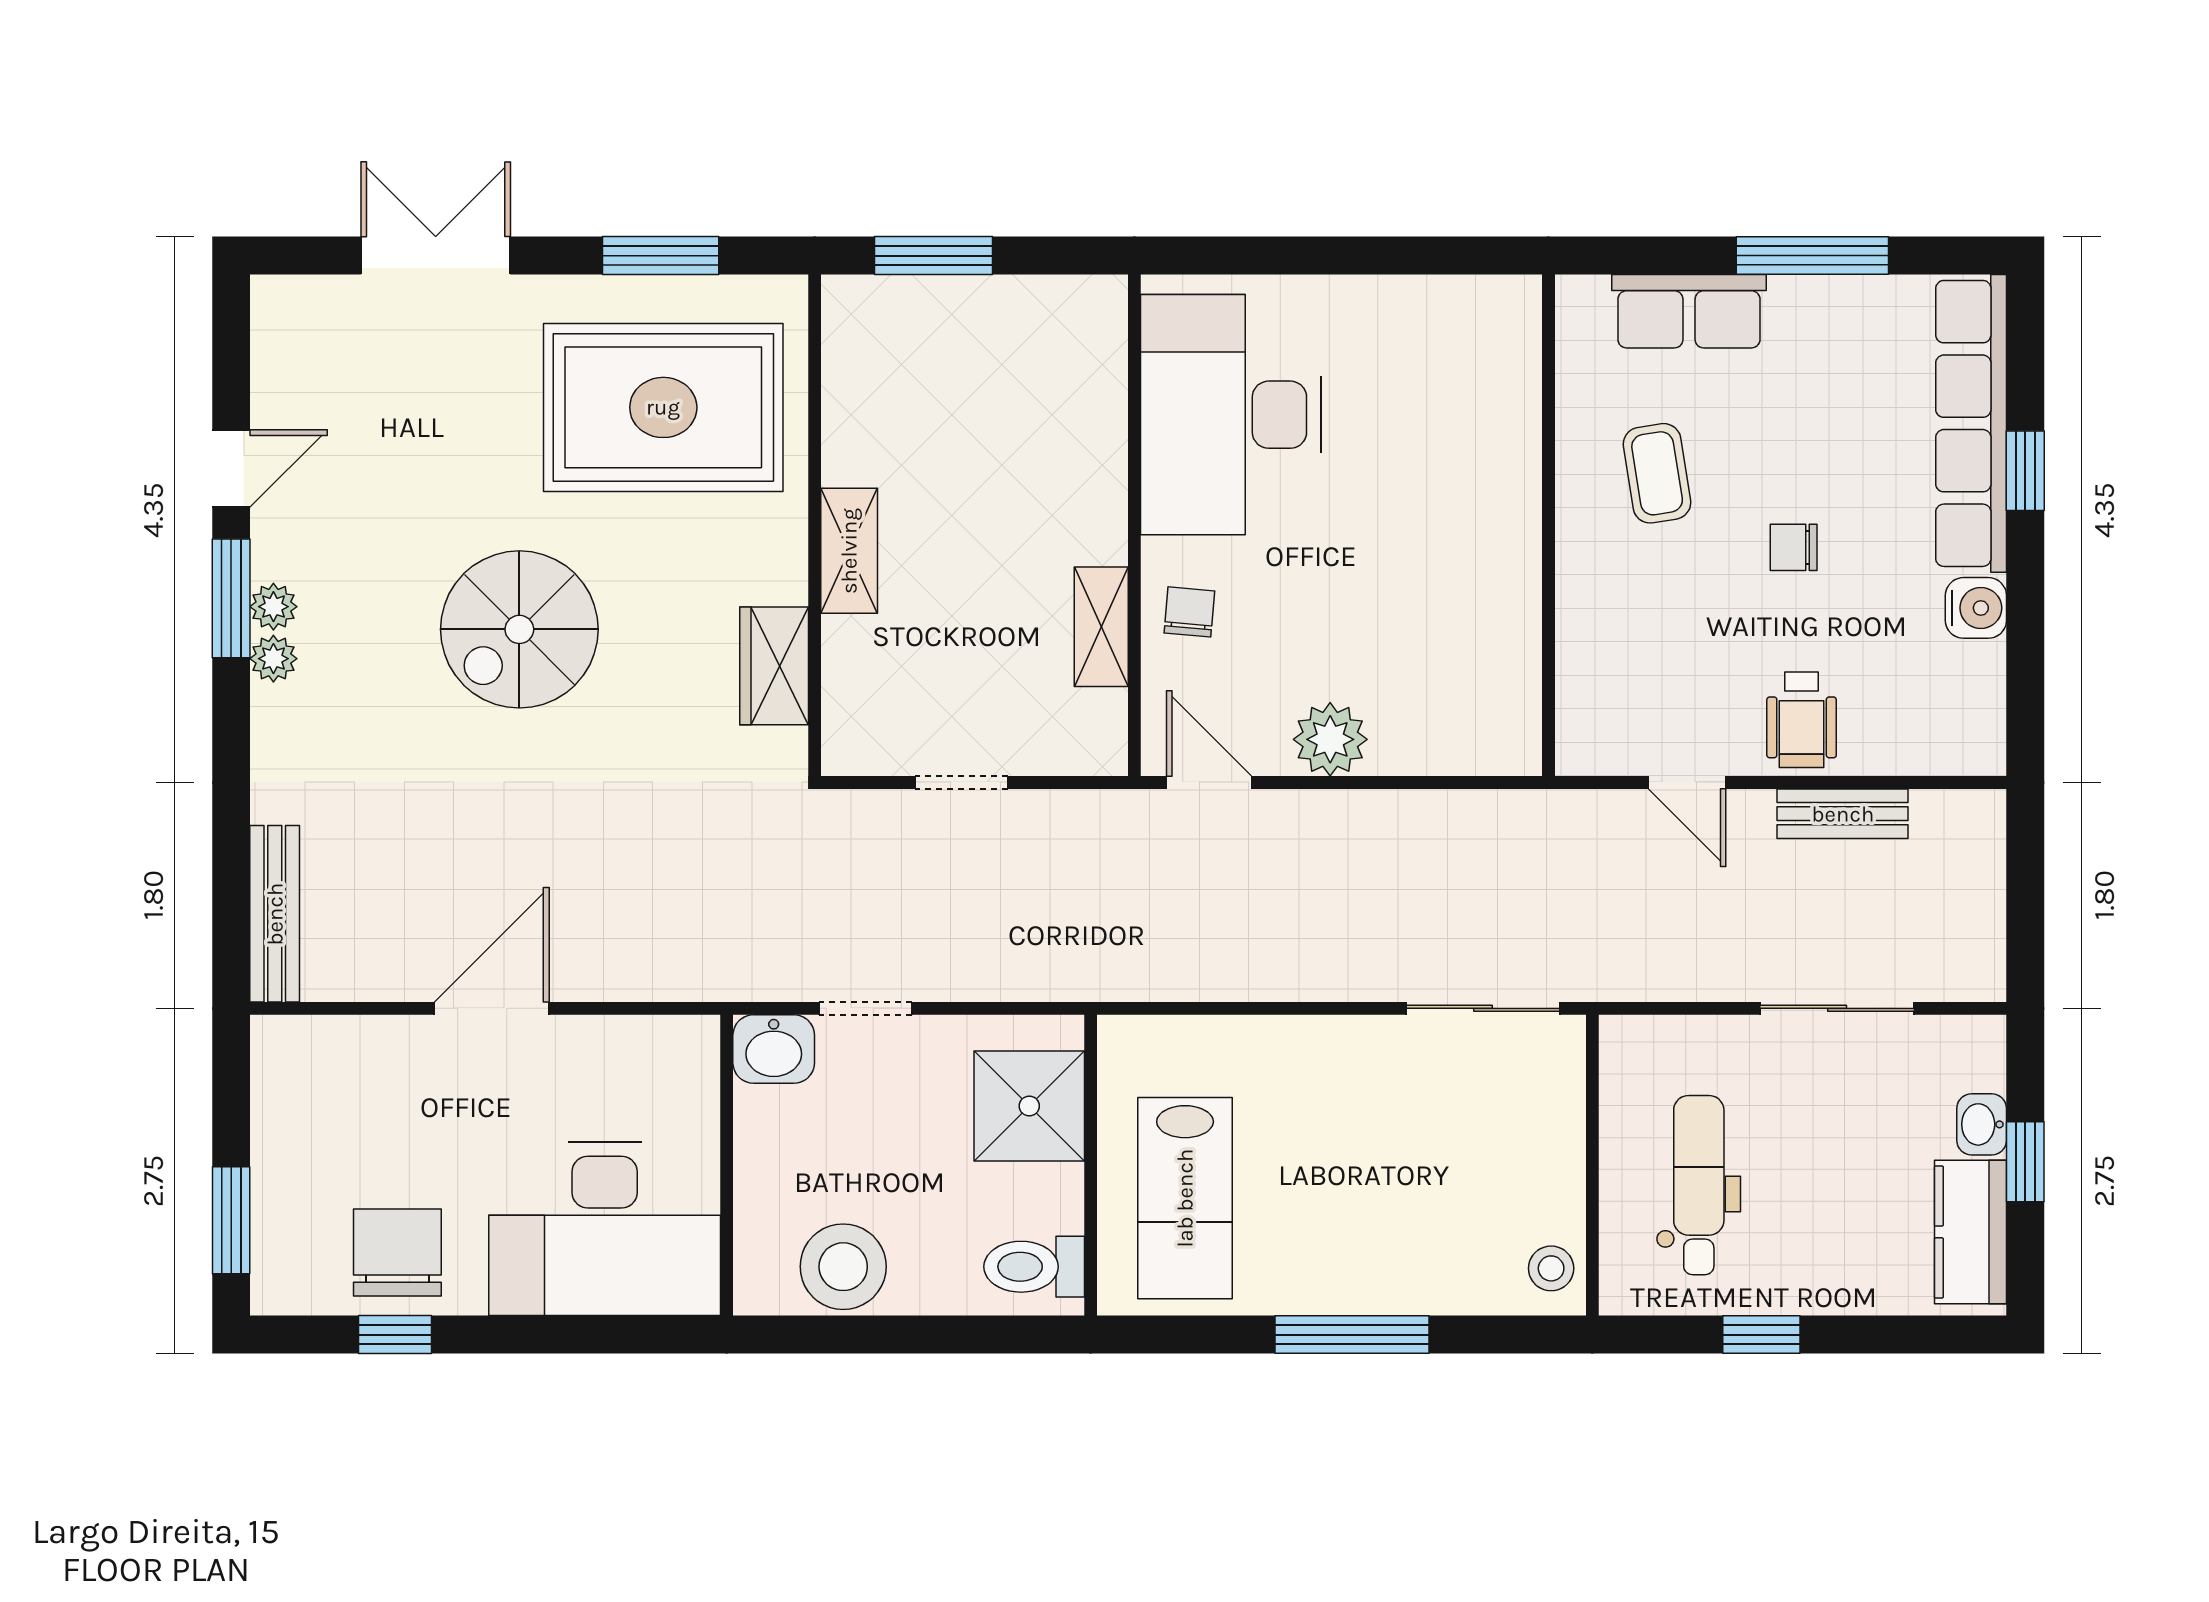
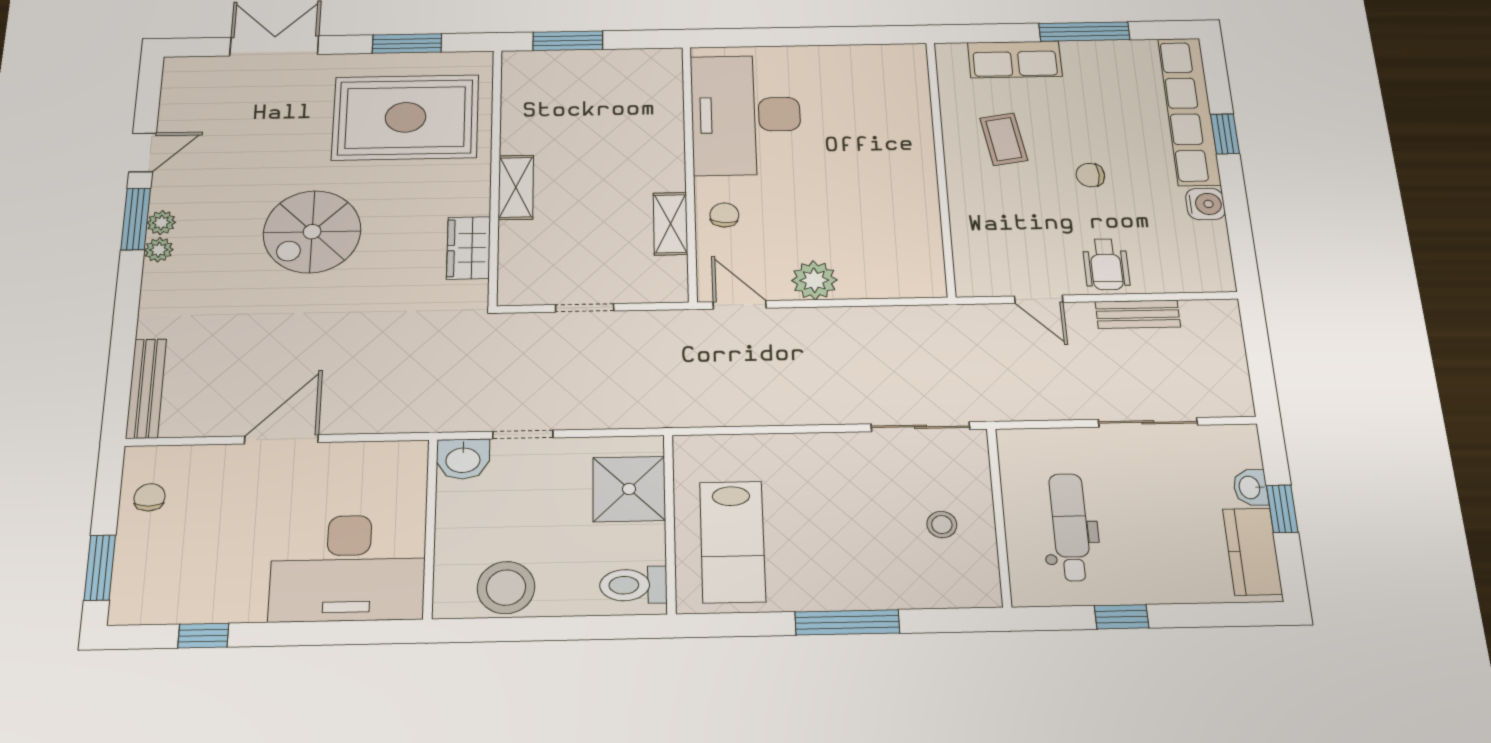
chair: (397, 1252) -> (150, 497), moved, width x0.54, depth x0.54
stool: (1551, 1268) -> (942, 525), moved

